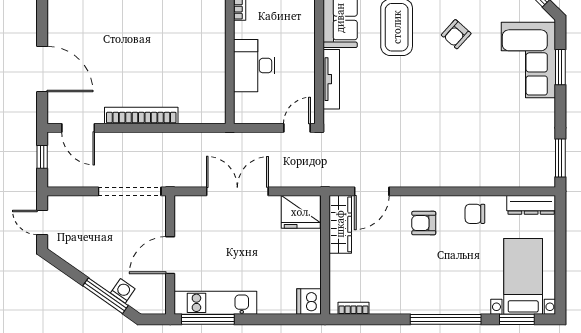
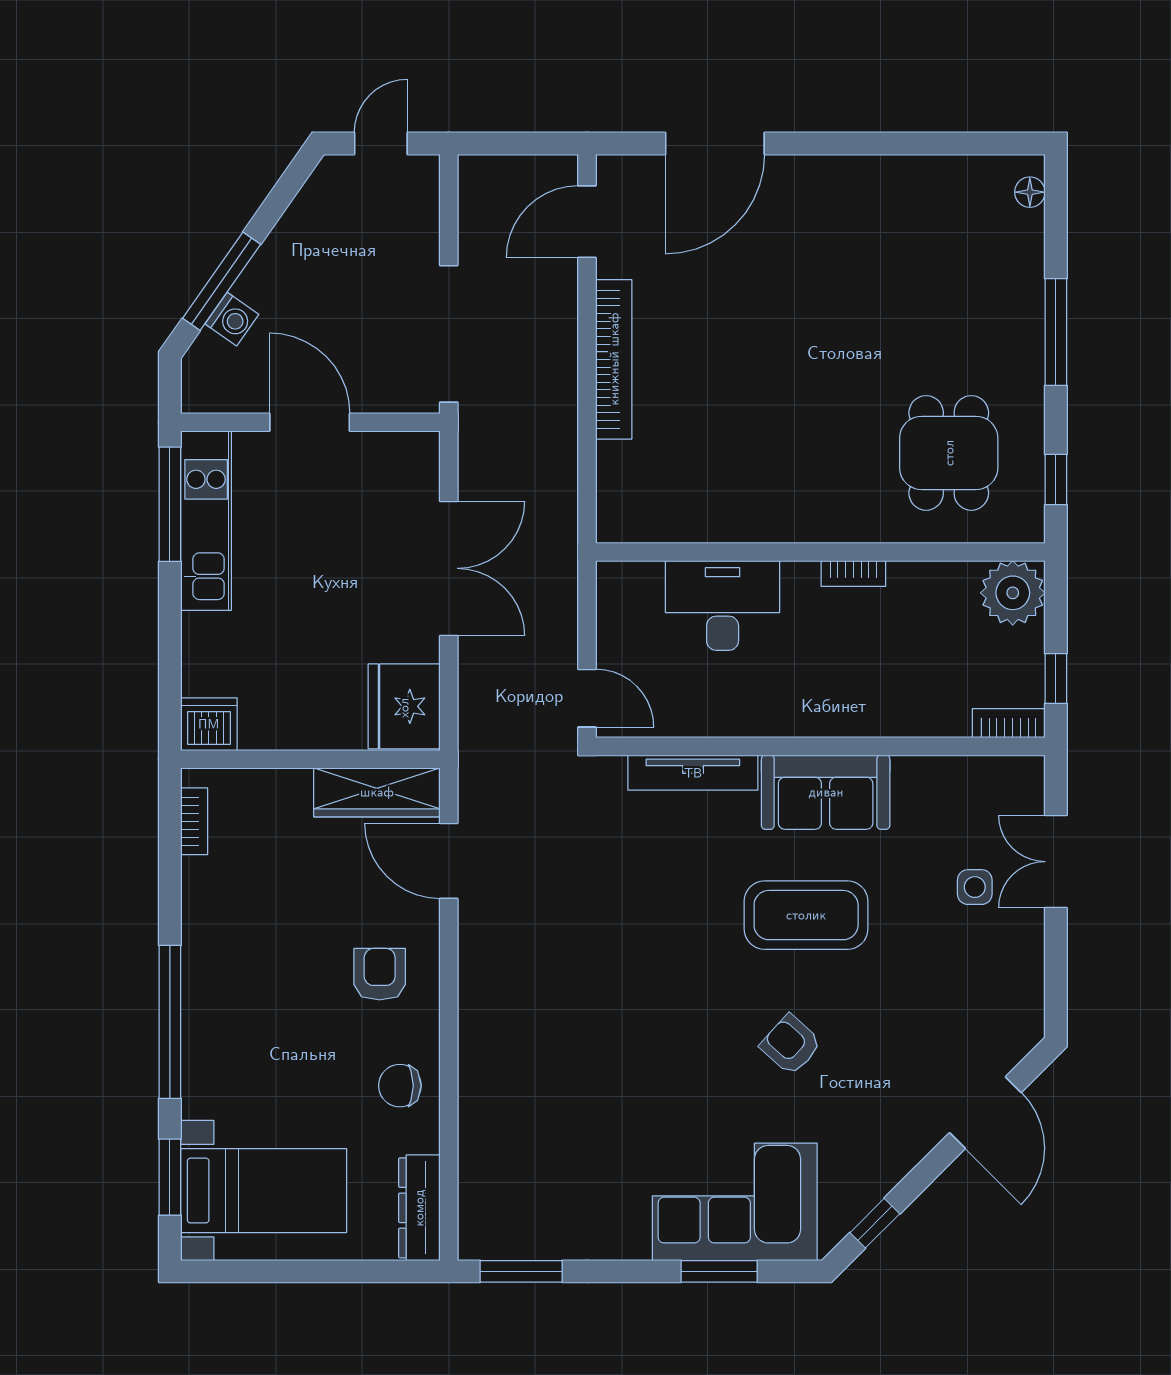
window: (42, 157) -> (524, 144), removed
chair: (475, 214) -> (400, 1086), turned -90

